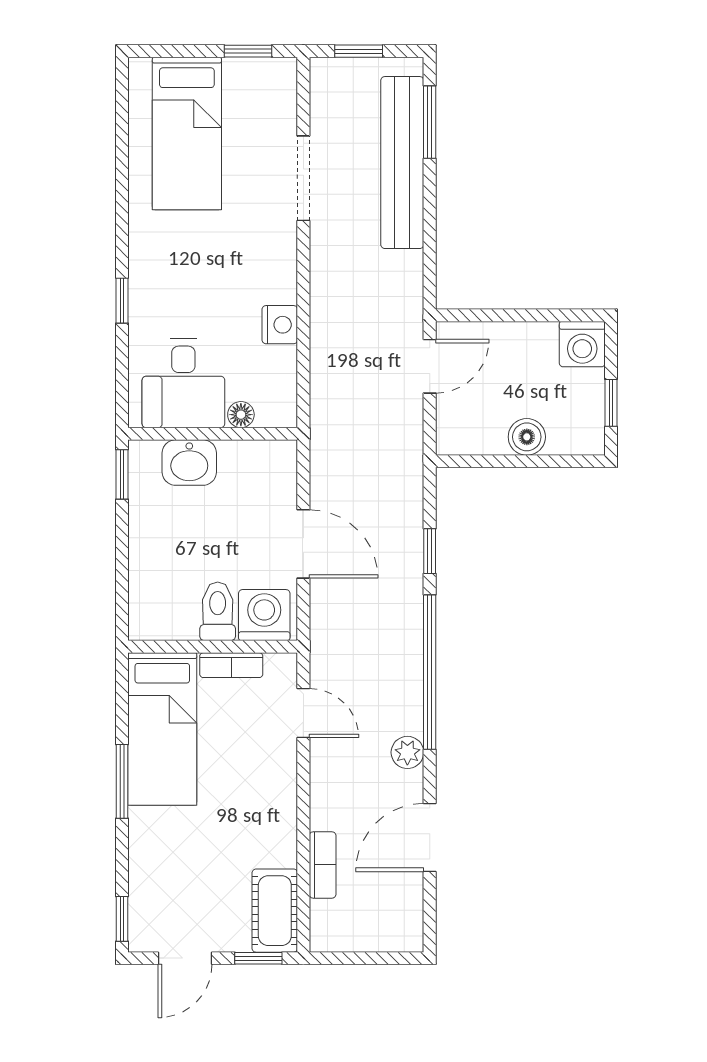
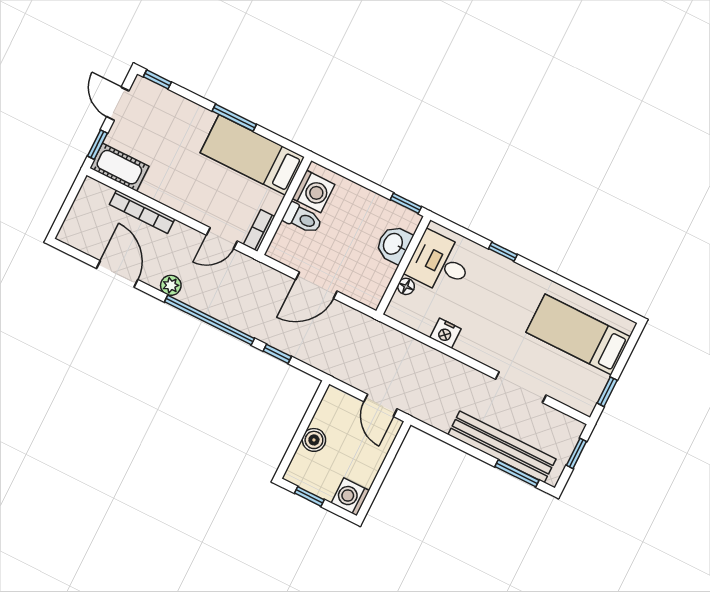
washing machine: (264, 615) -> (313, 191), moved
bookcase: (231, 665) -> (259, 230), moved
bookcase: (323, 865) -> (142, 212), width x1.56

